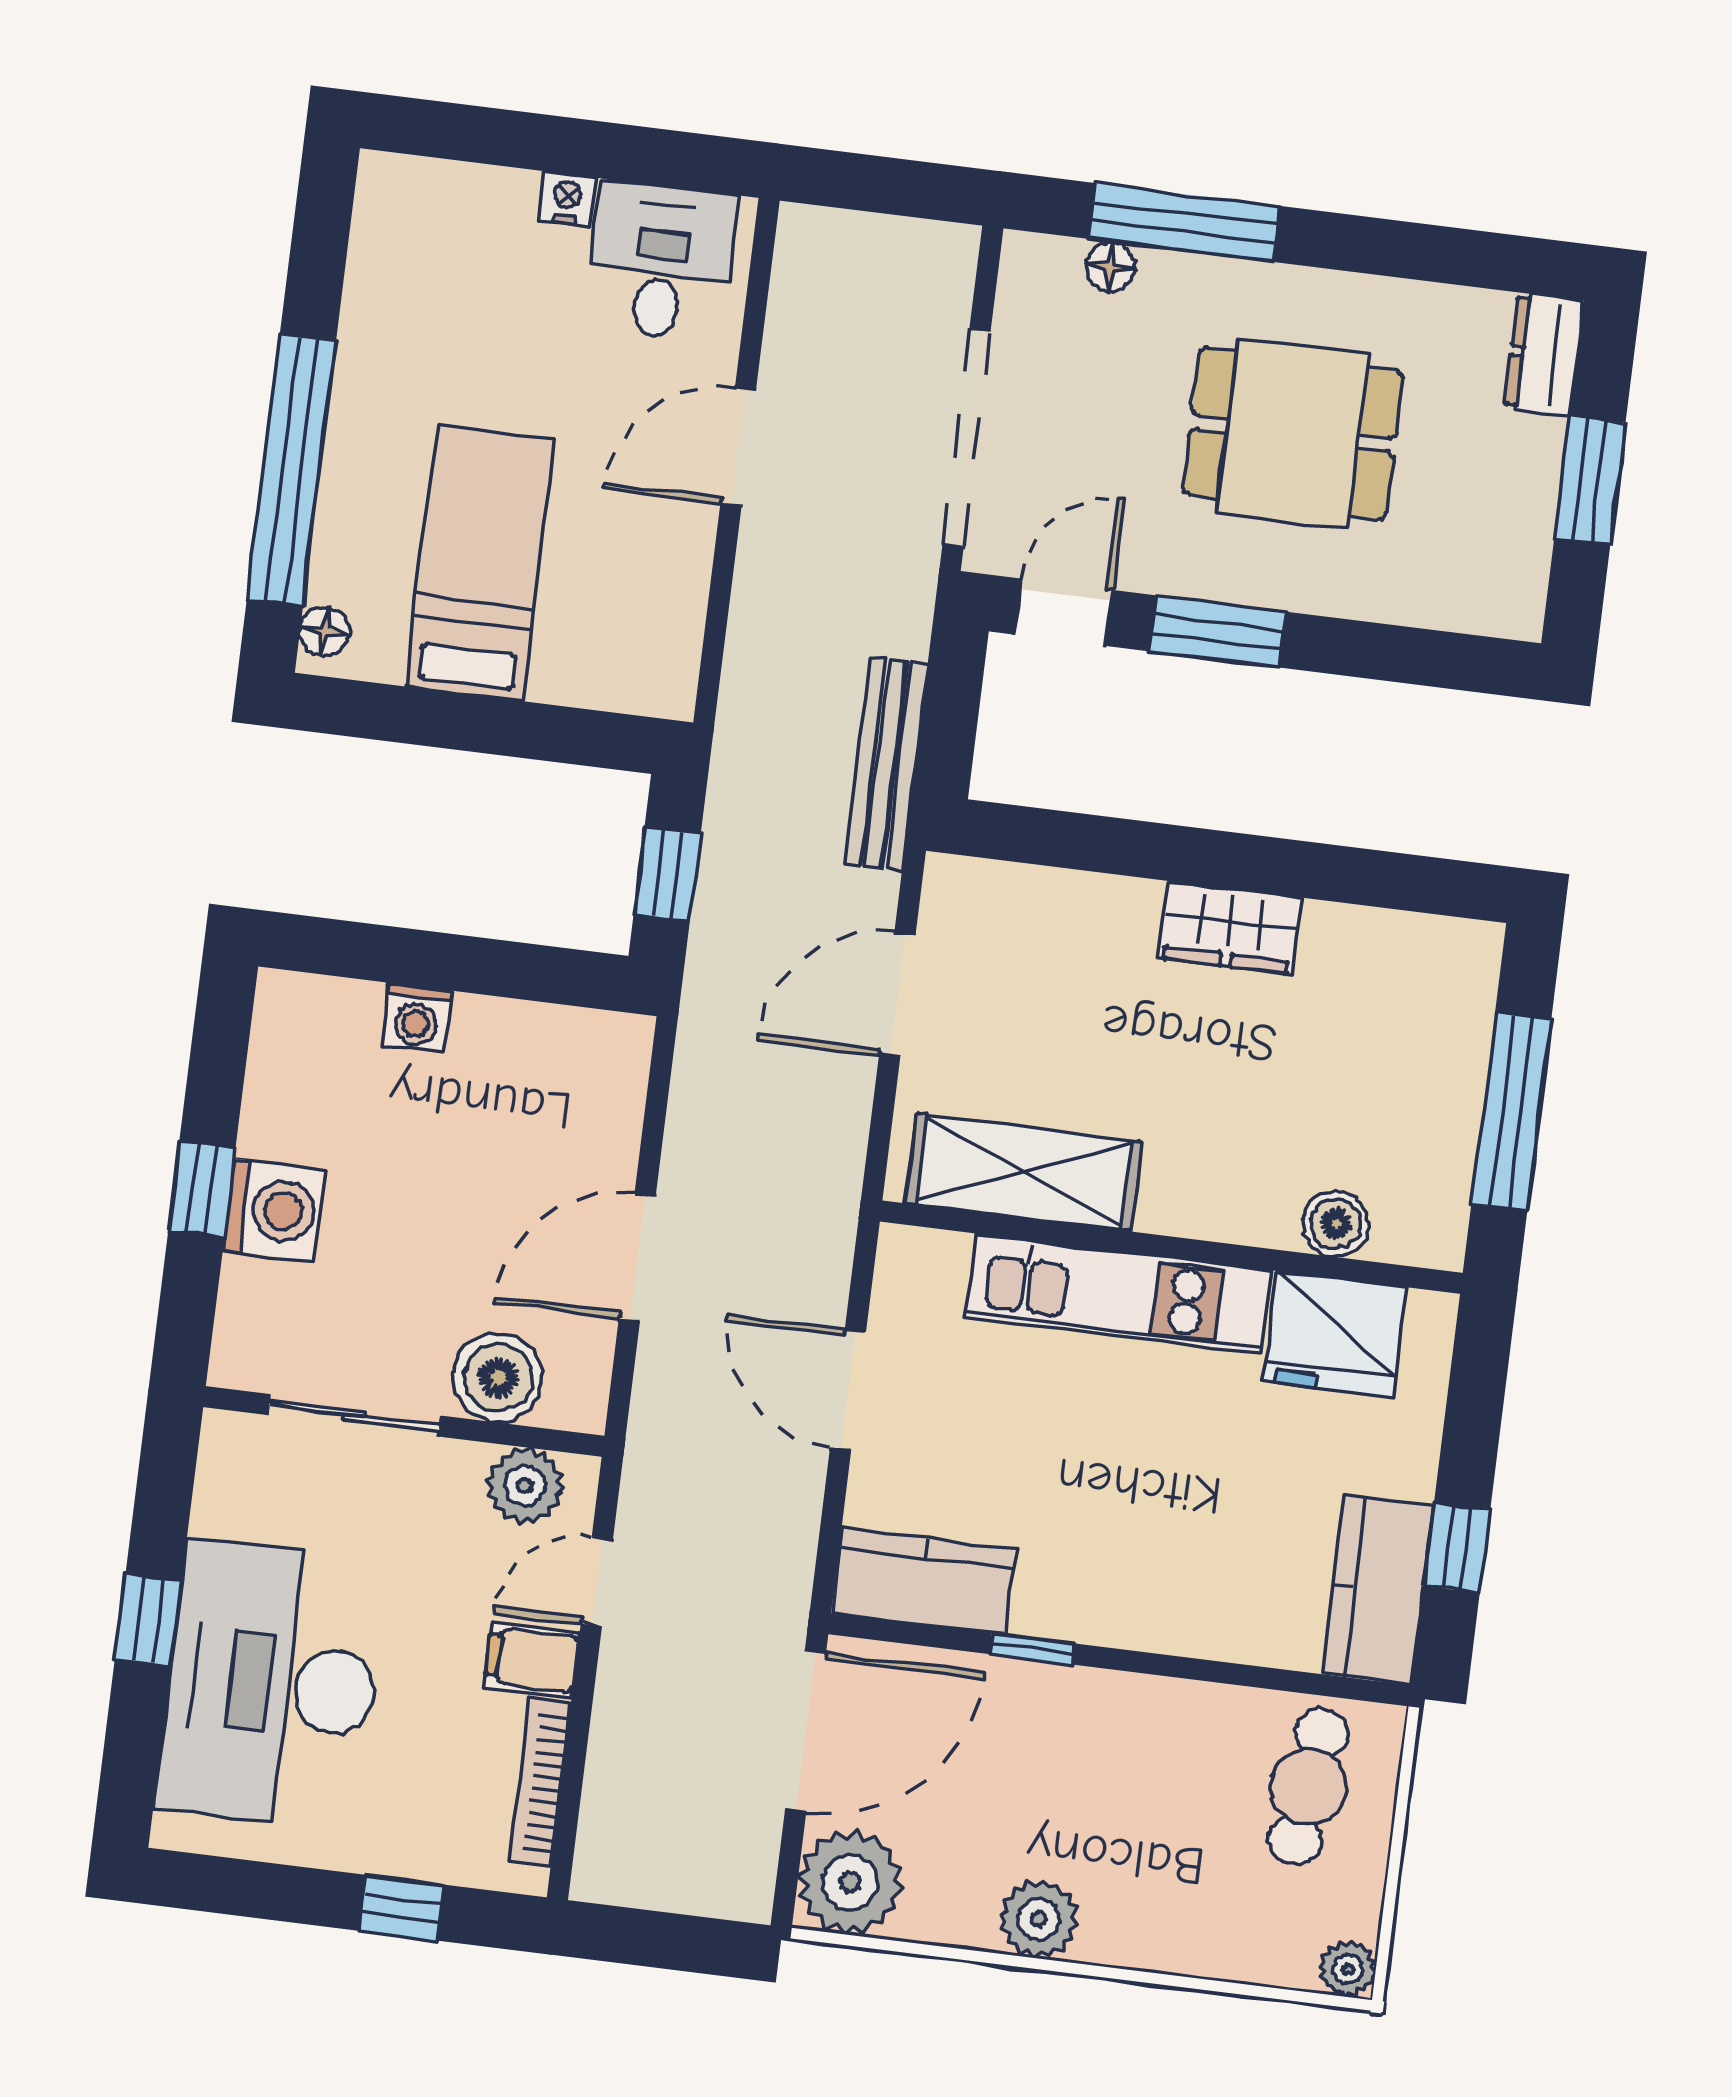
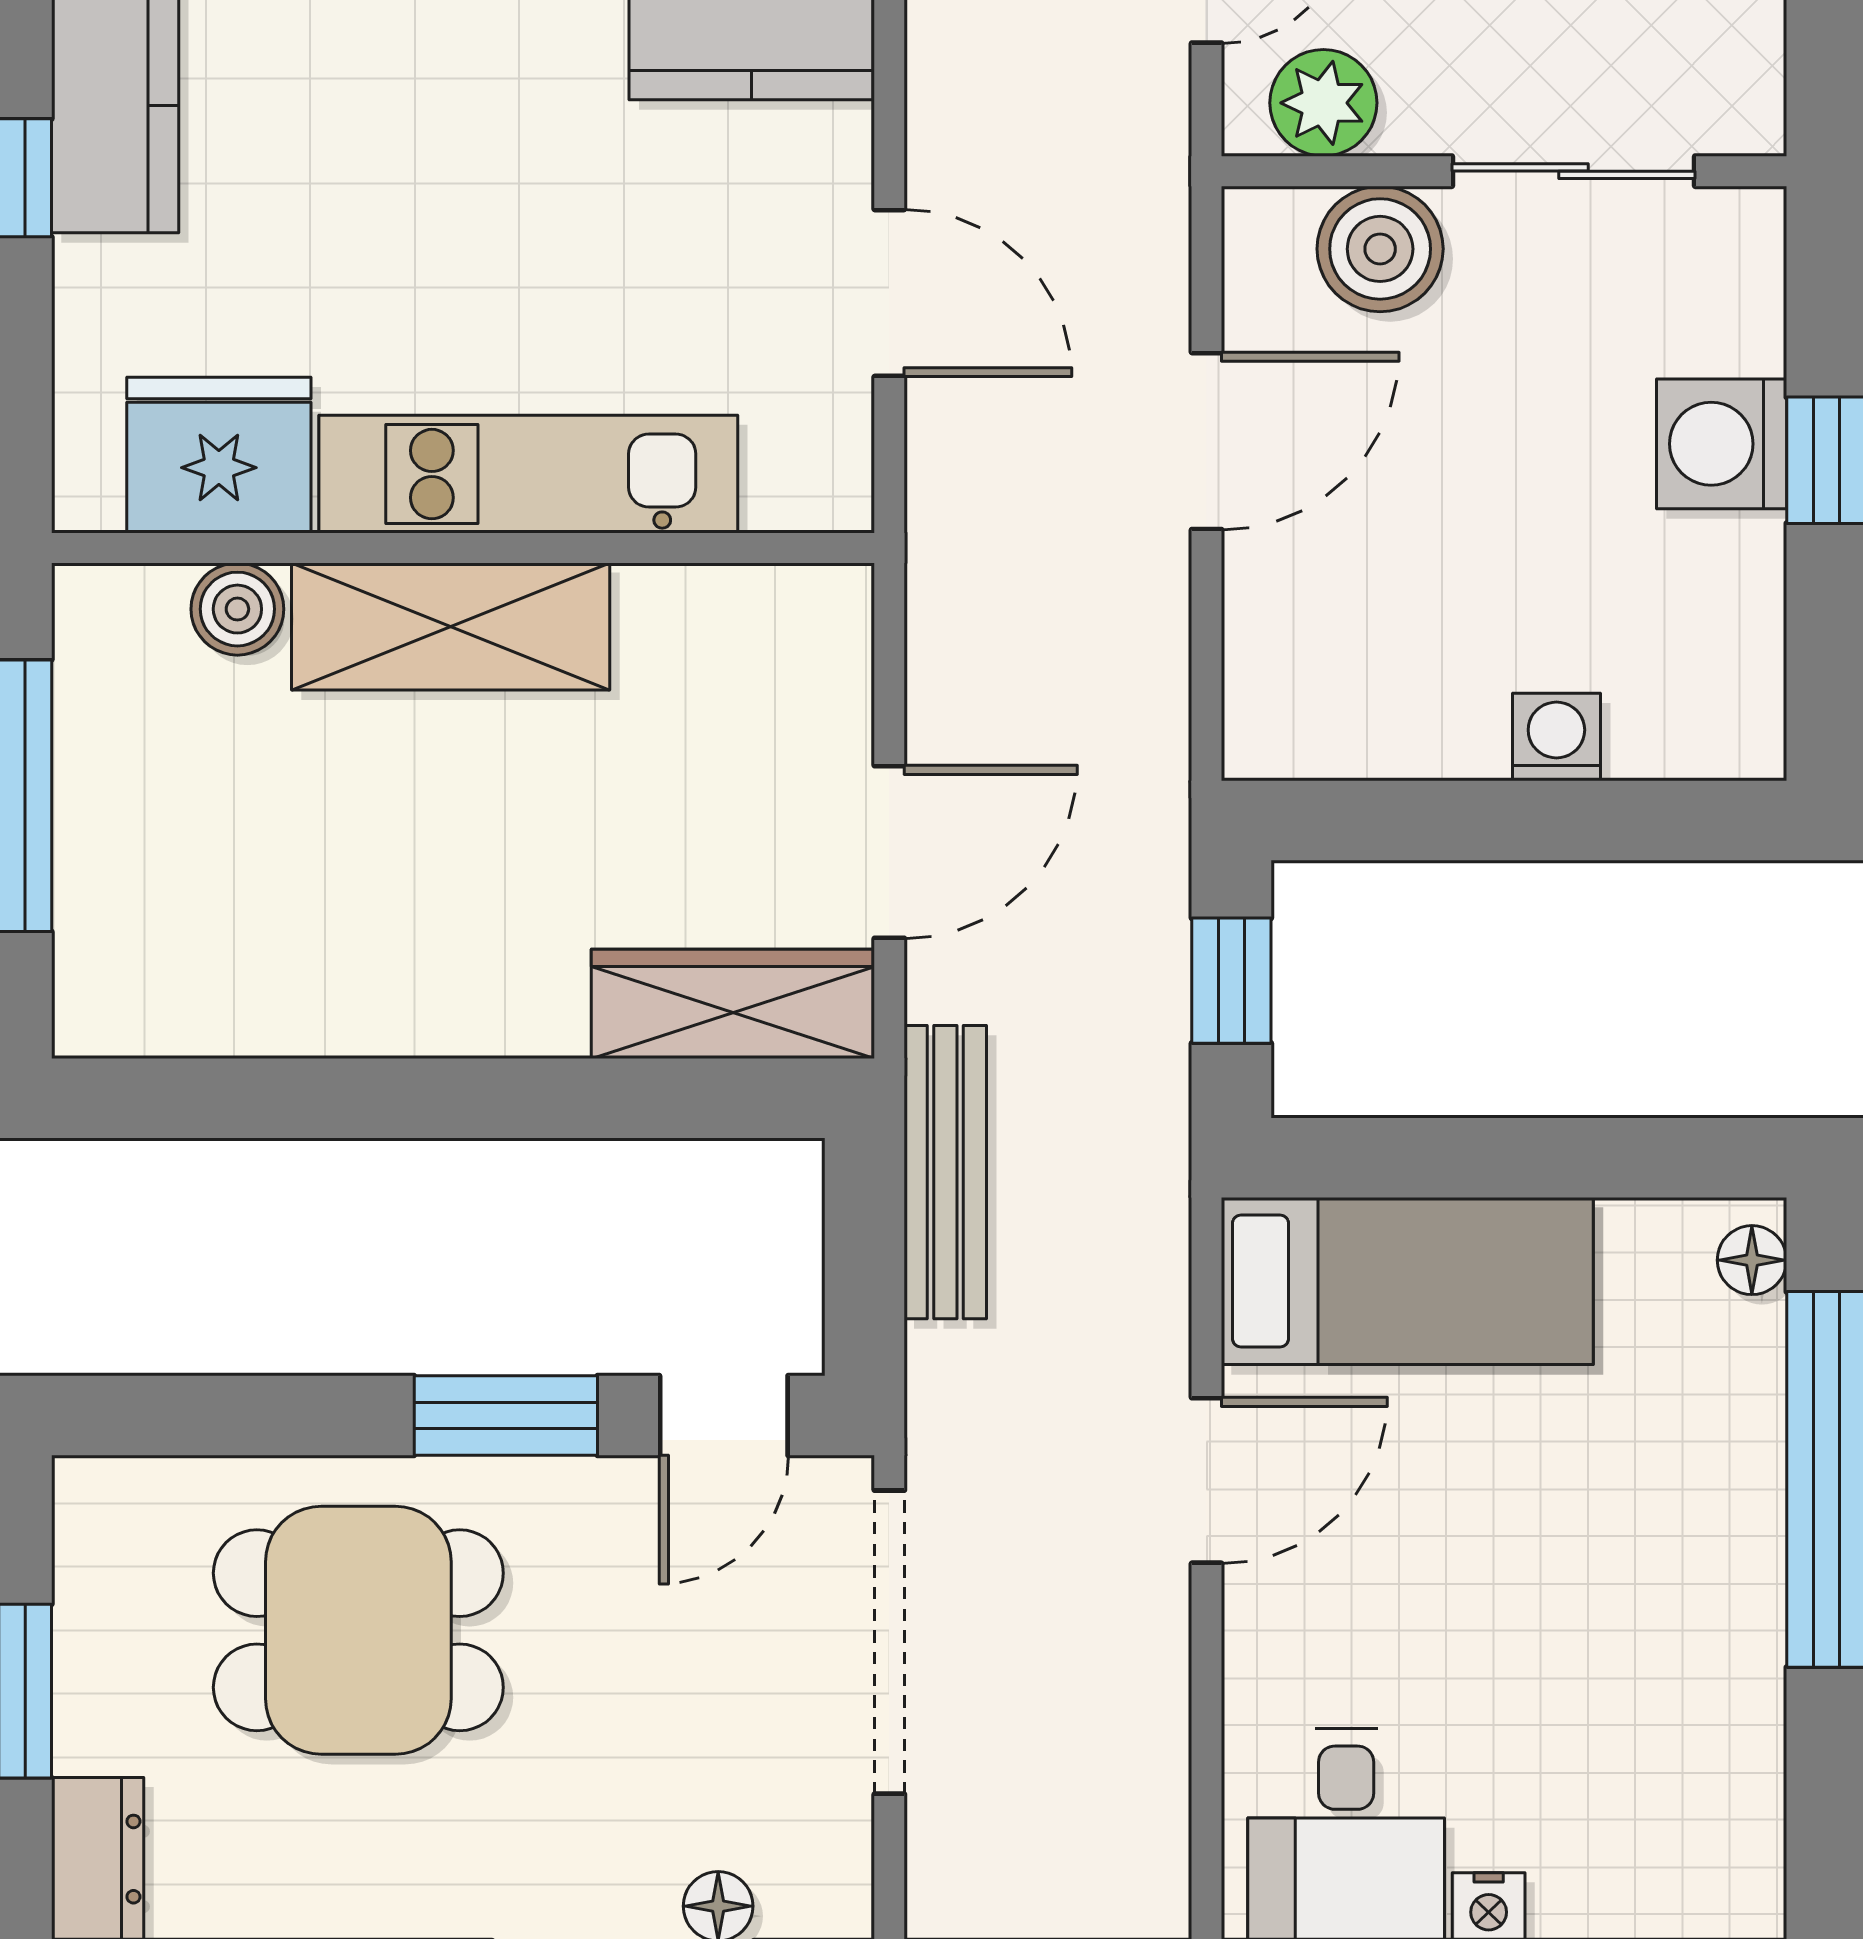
dining table: (1293, 434) -> (358, 1630), moved
door: (738, 447) -> (1207, 1480), moved
bed: (480, 563) -> (1407, 1281), moved, turned -90
wardrobe: (1230, 928) -> (733, 1004), moved, width x1.50
shelving: (1024, 1173) -> (451, 626), moved

